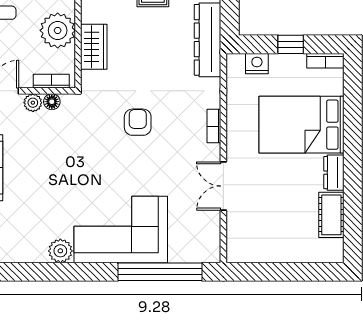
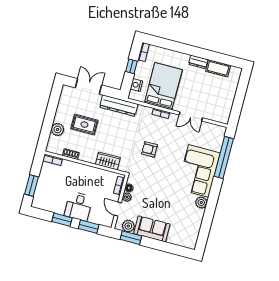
plant: (58, 30) -> (96, 176), removed
bed: (301, 125) -> (163, 86), moved, turned 180

